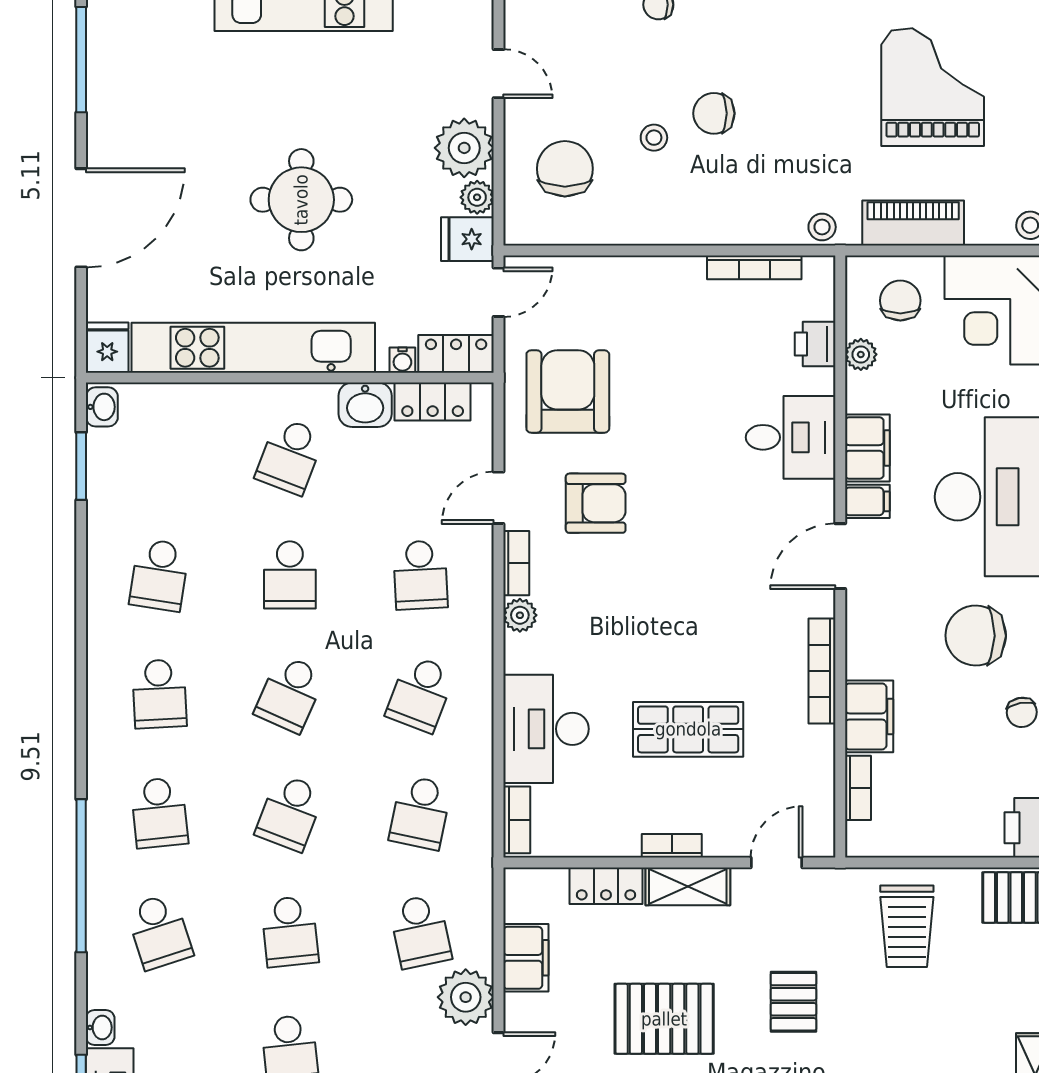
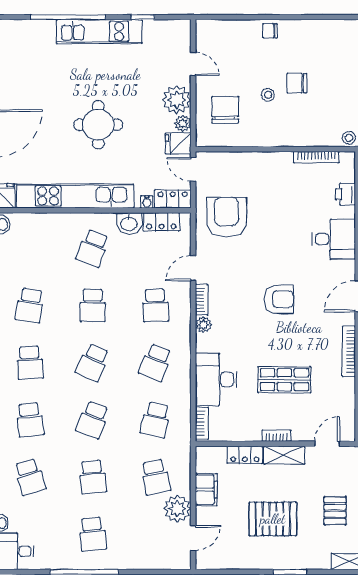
door: (498, 292) -> (193, 169), swing flipped
armchair: (596, 503) -> (279, 299), moved

